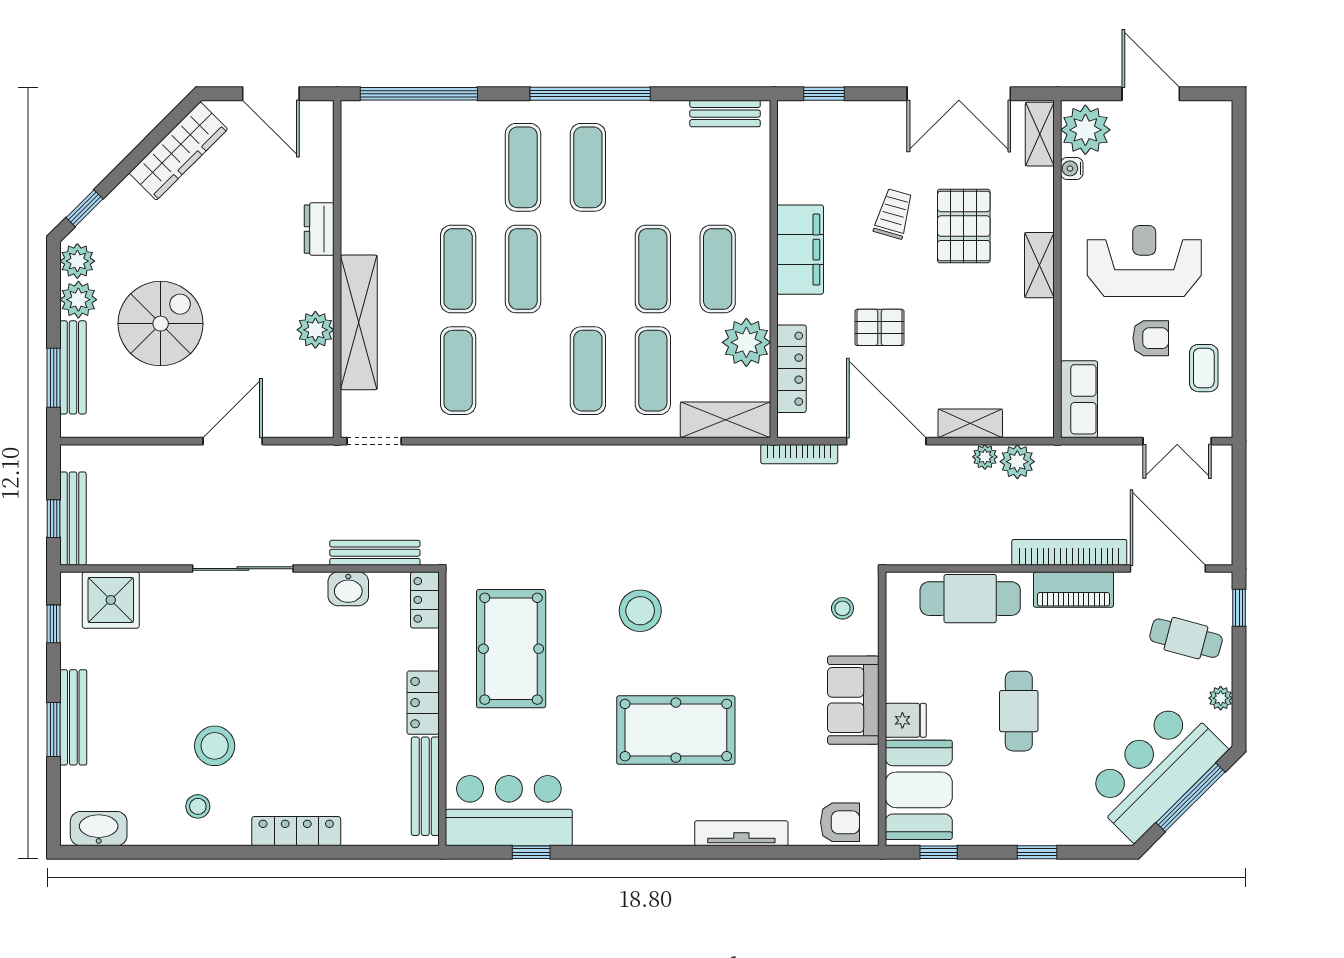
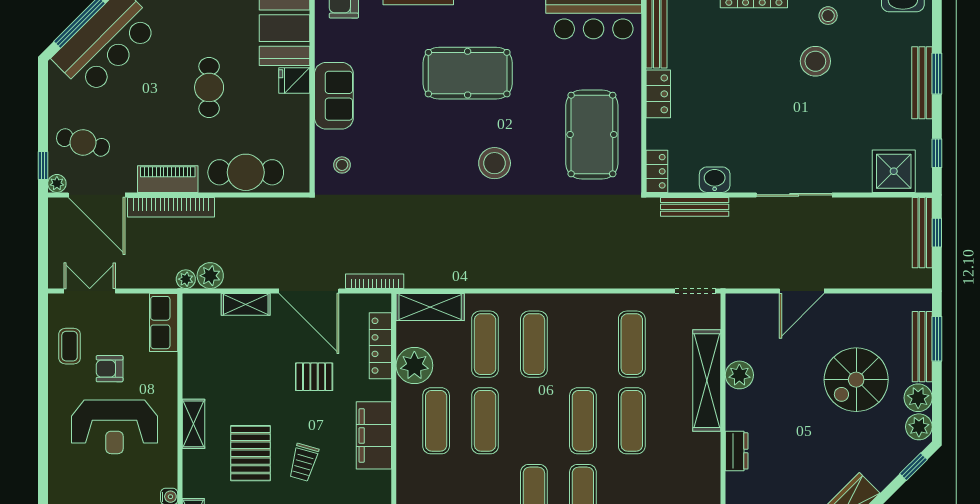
plant: (985, 457) -> (186, 279), moved
plant: (1221, 698) -> (57, 183), moved

